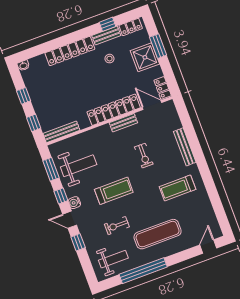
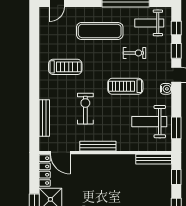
locker: (163, 88) -> (45, 171), width x1.53
locker: (114, 110) -> (97, 161), removed
bench: (123, 123) -> (98, 146), width x1.36
bench: (185, 147) -> (44, 118), moved
exercise bike: (144, 156) -> (85, 109), width x1.38, depth x1.39
window: (61, 196) -> (176, 28), moved

